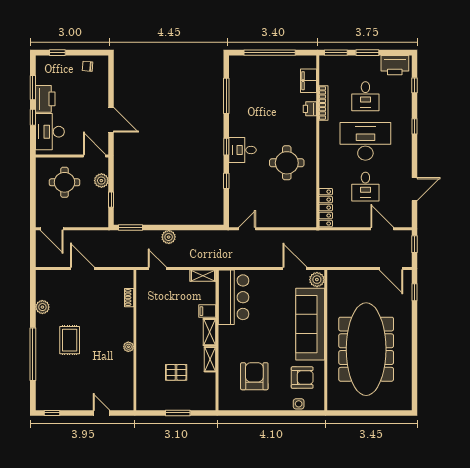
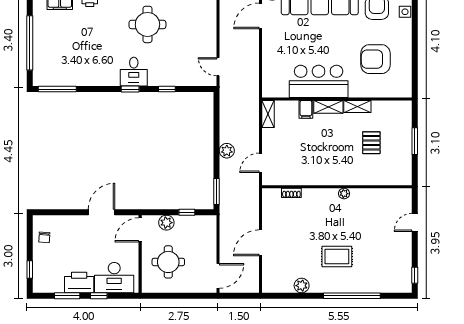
window: (226, 96) -> (57, 89), moved
bar counter: (234, 297) -> (319, 81), moved

